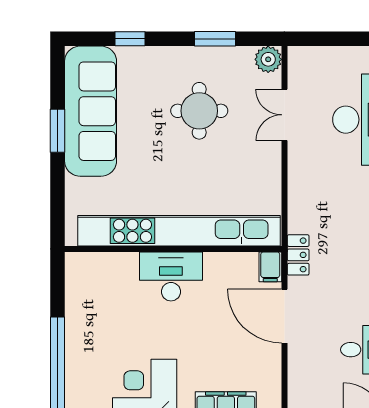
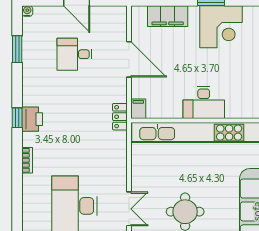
door: (284, 316) -> (129, 59), moved

